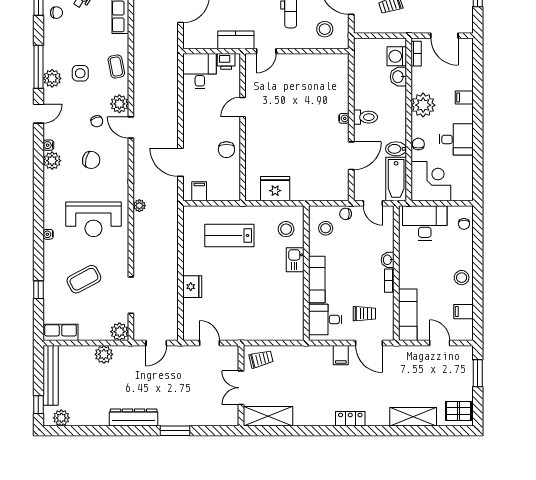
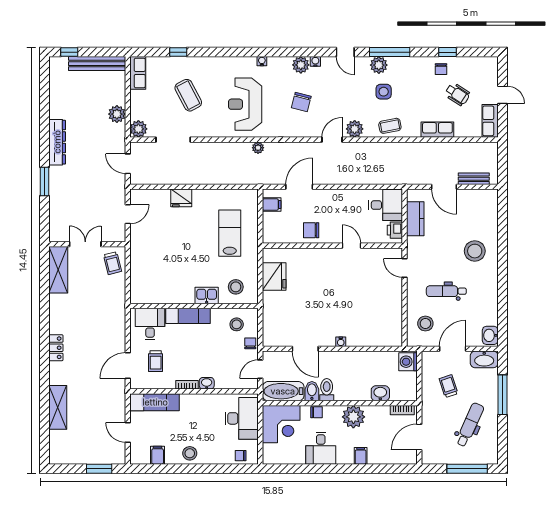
kitchen counter: (236, 40) -> (415, 219), moved
washing machine: (397, 56) -> (408, 362), moved, turned -90
toilet: (365, 117) -> (327, 390), moved, turned 180
chair: (97, 121) -> (338, 107), removed
water cooler: (48, 234) -> (262, 61), moved
door: (440, 343) -> (128, 432), swing flipped
filing cabinet: (341, 355) -> (116, 339), removed
pallet: (459, 411) -> (63, 450), removed
plant: (61, 418) -> (57, 74), removed

